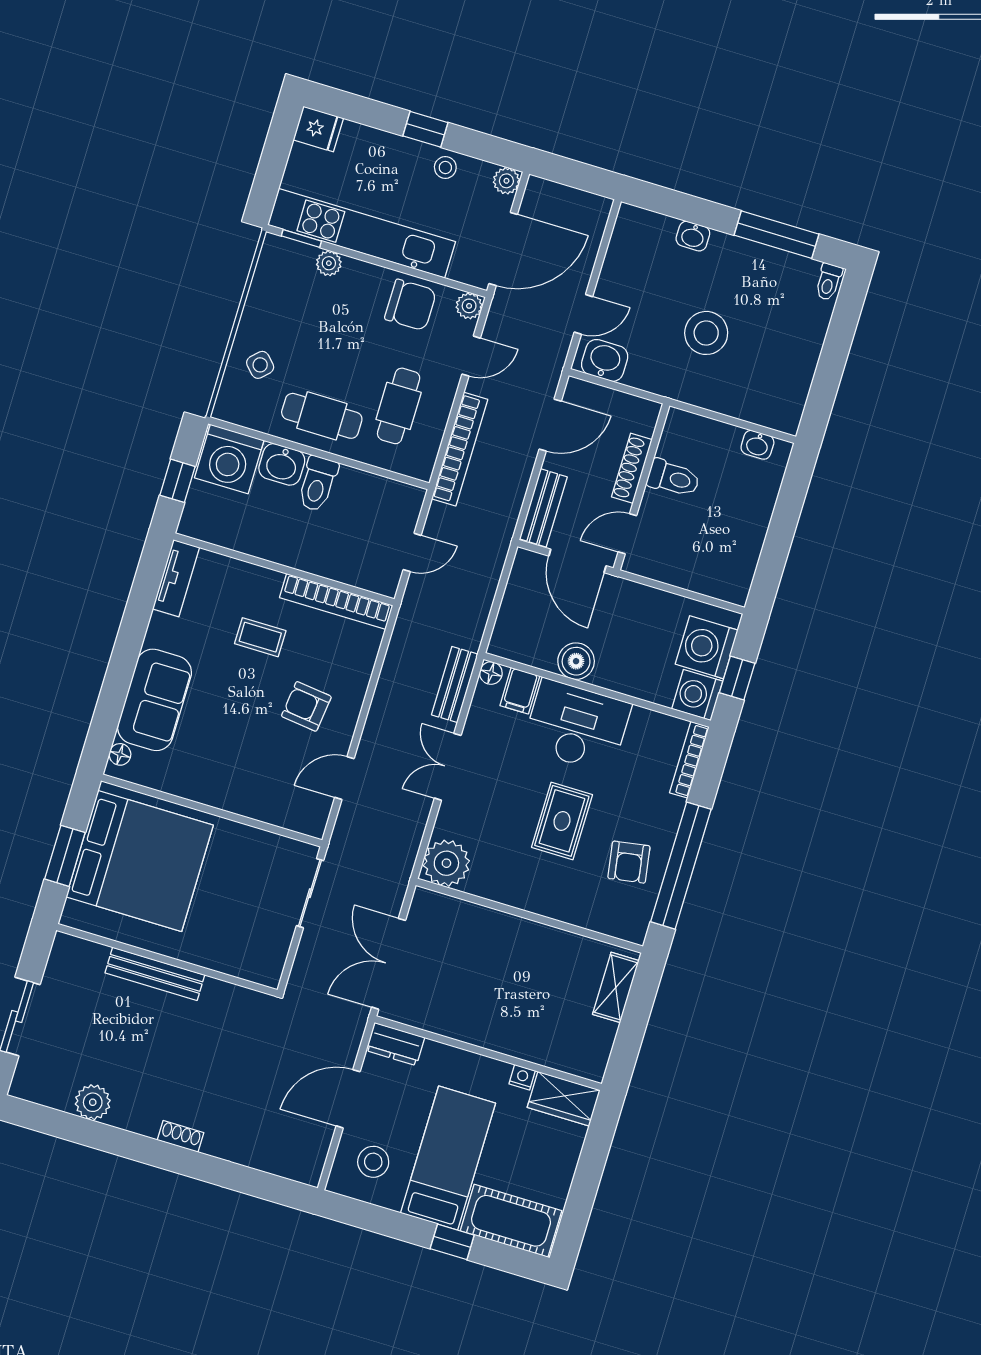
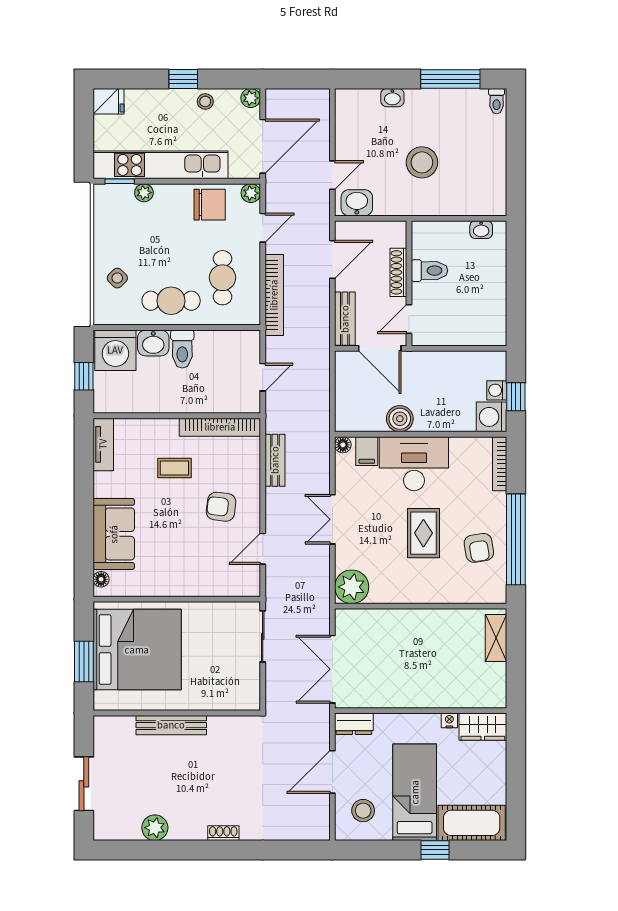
washing machine: (707, 647) -> (497, 390), width x0.53, depth x0.53
bench: (455, 685) -> (275, 460), moved

